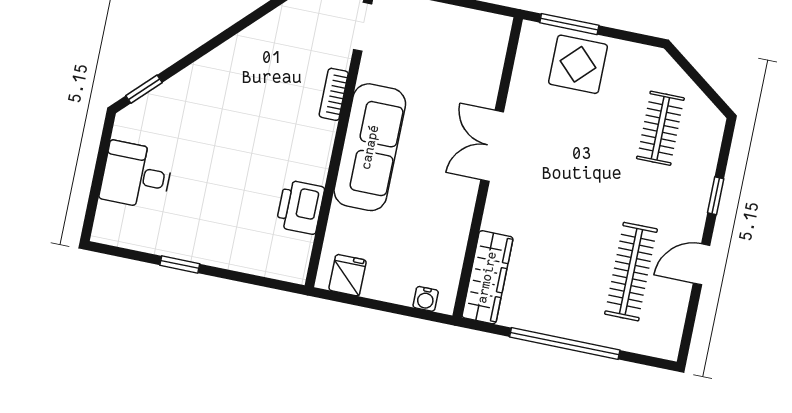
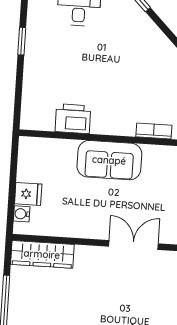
sofa: (370, 147) -> (109, 160), width x0.73
fridge: (348, 275) -> (28, 194), moved

